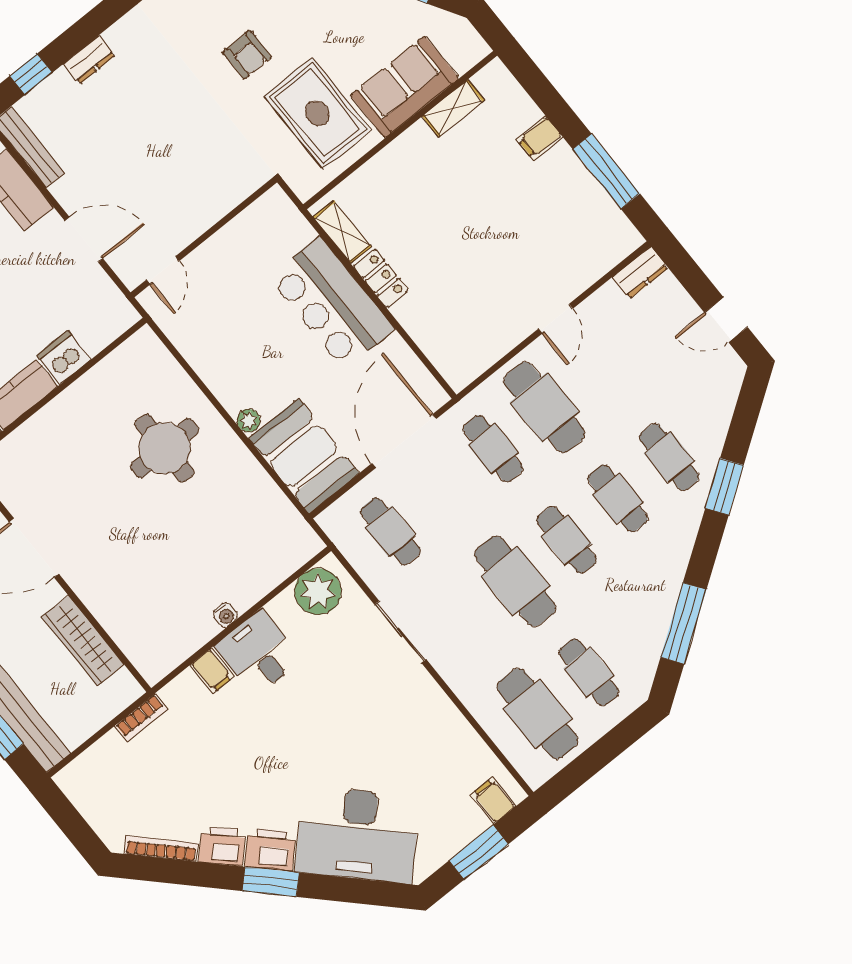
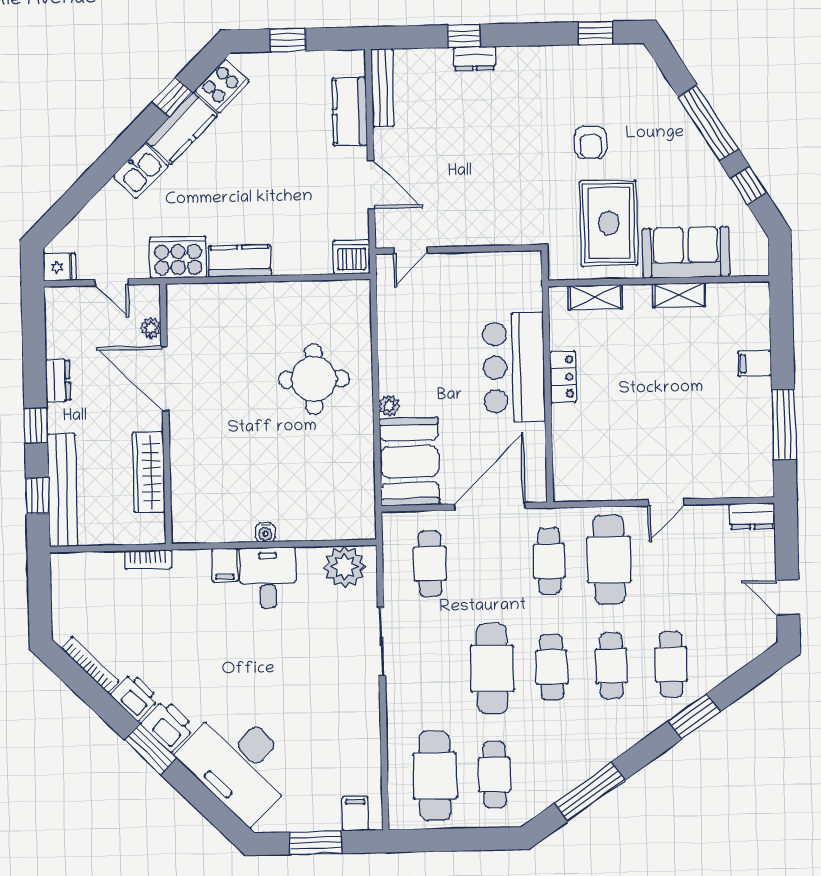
window: (31, 74) -> (464, 36), moved
shelving: (453, 108) -> (679, 295), moved
shelving: (342, 232) -> (595, 297), moved, turned 90
dishwasher: (64, 358) -> (352, 257), moved

